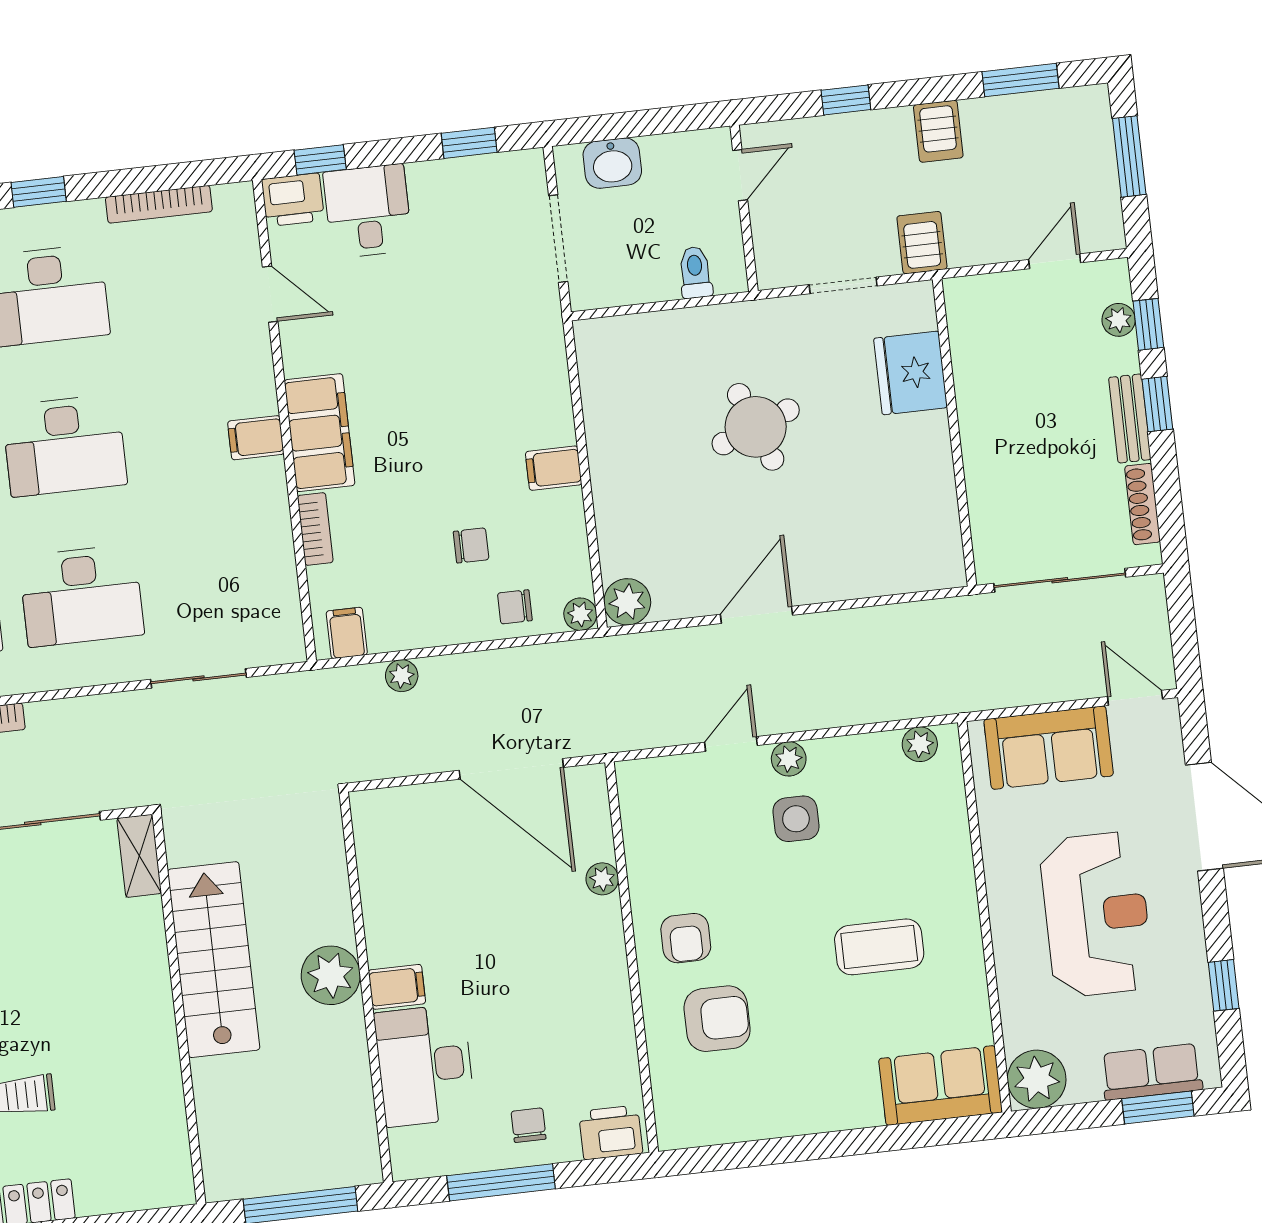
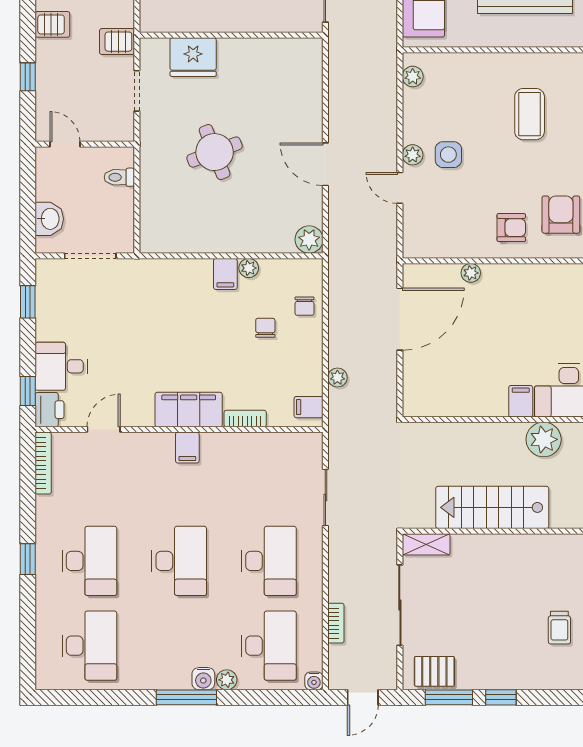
bookcase: (159, 204) -> (43, 463), moved
plant: (580, 614) -> (249, 268), moved
plant: (331, 975) -> (544, 439), moved

